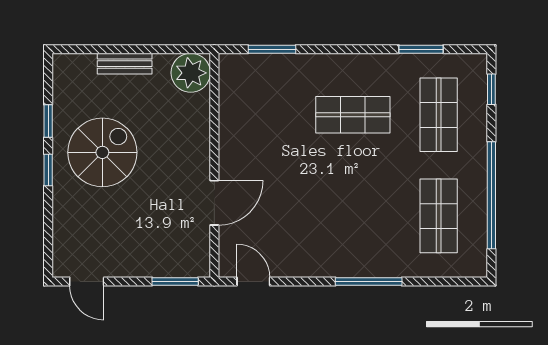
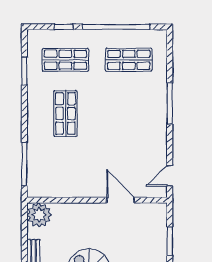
window: (272, 49) -> (24, 164), width x1.44
window: (491, 89) -> (64, 27), moved
window: (175, 281) -> (170, 241), moved

